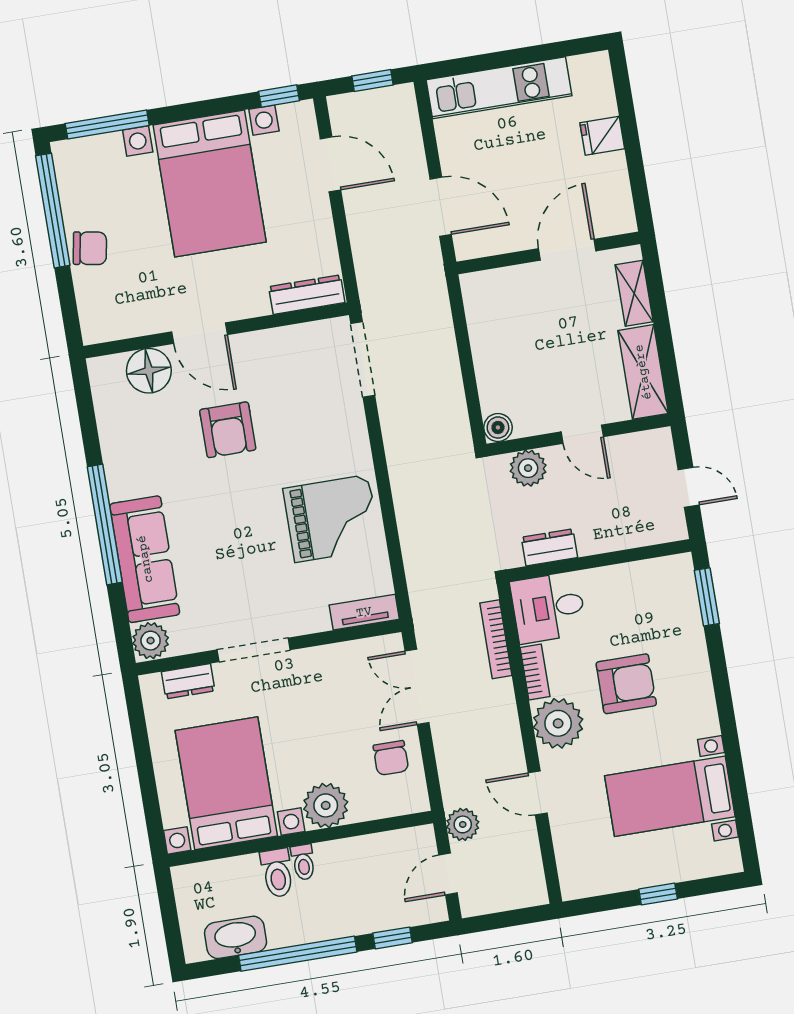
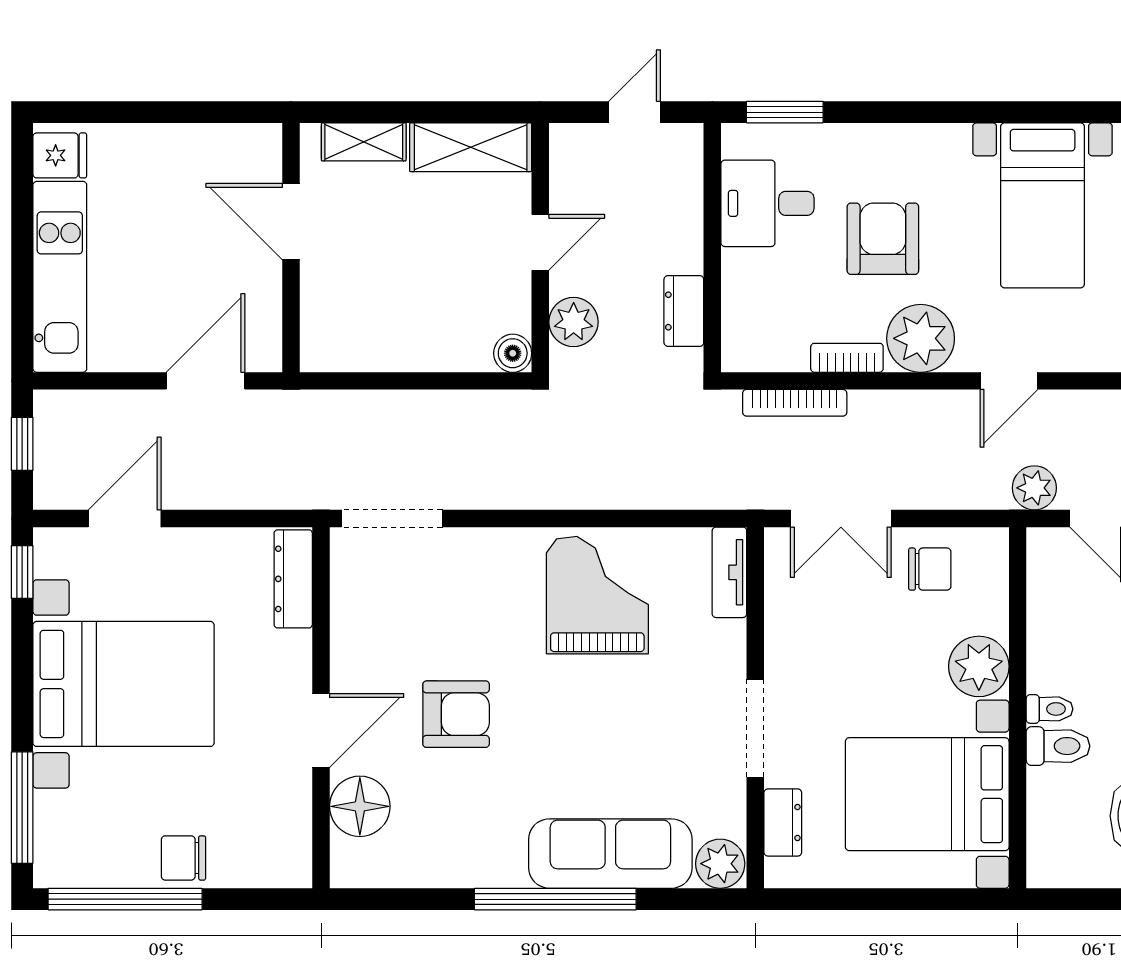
fridge: (602, 136) -> (60, 155), moved, turned -90
chair: (90, 248) -> (184, 858), turned -100
desk: (548, 608) -> (767, 203), moved, turned 90

